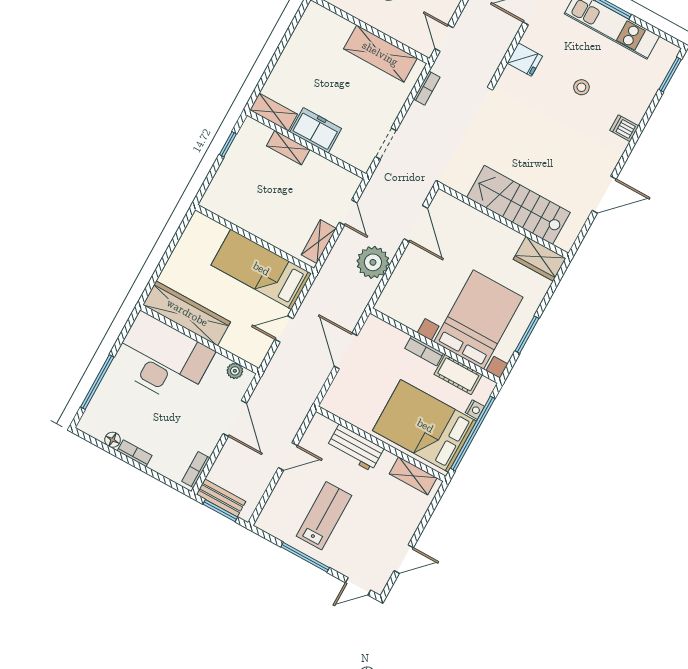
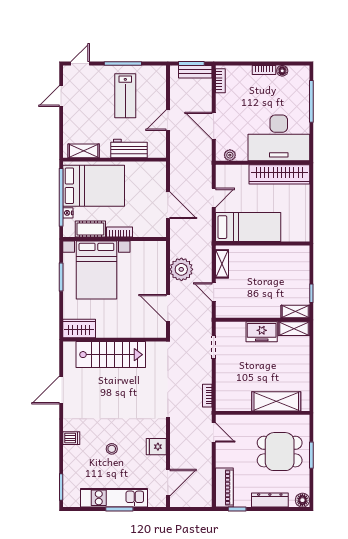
shelving: (380, 54) -> (276, 401), moved
shelving: (288, 148) -> (295, 312), moved

